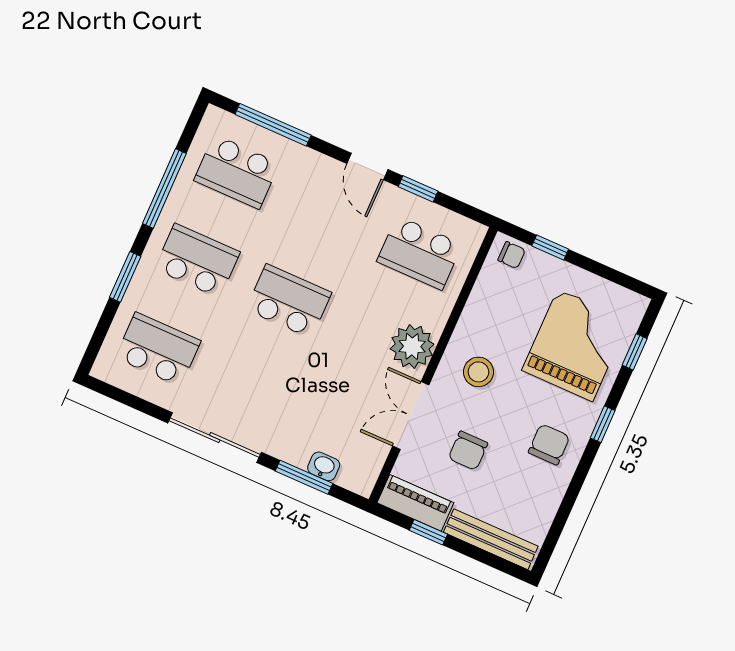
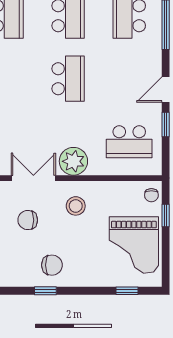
school desk: (420, 253) -> (129, 142), turned -90
grand piano: (575, 345) -> (134, 245), moved, turned 90
window: (603, 424) -> (45, 291), moved

